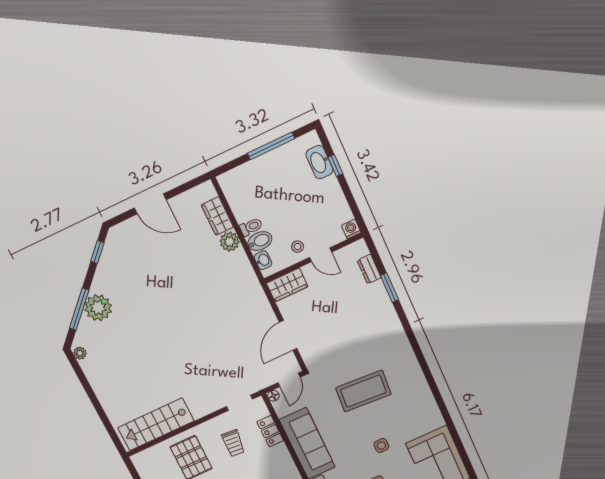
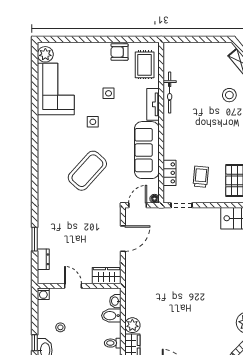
toilet: (251, 227) -> (113, 343), moved
stool: (297, 247) -> (60, 327), moved
coffee table: (363, 391) -> (87, 171), turned -52

